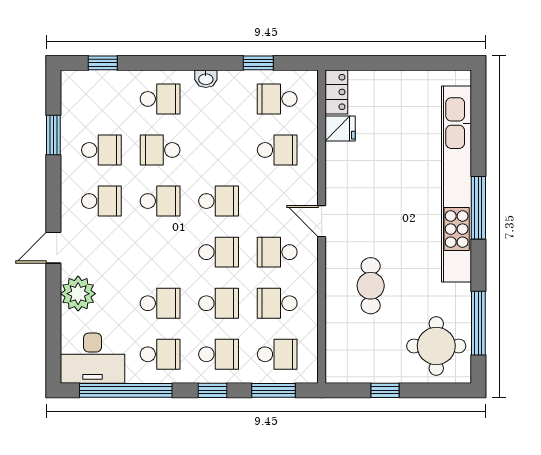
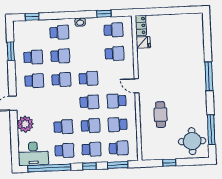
school desk: (277, 99) -> (114, 30), turned 180
school desk: (160, 150) -> (60, 56), turned 180
kitchen unit: (457, 184) -> (198, 66), removed

